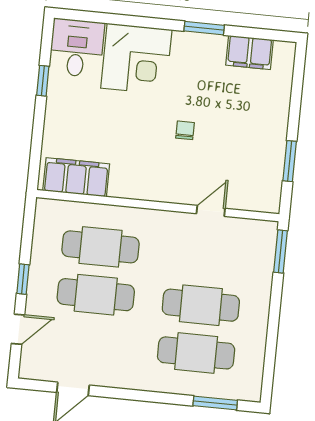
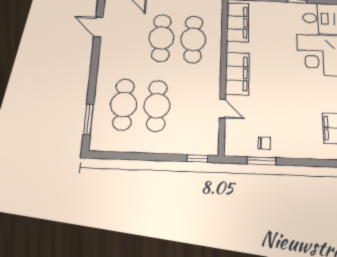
chair: (185, 130) -> (264, 143), moved
filing cabinet: (158, 185) -> (237, 73), added
window: (281, 251) -> (197, 158), width x0.67

